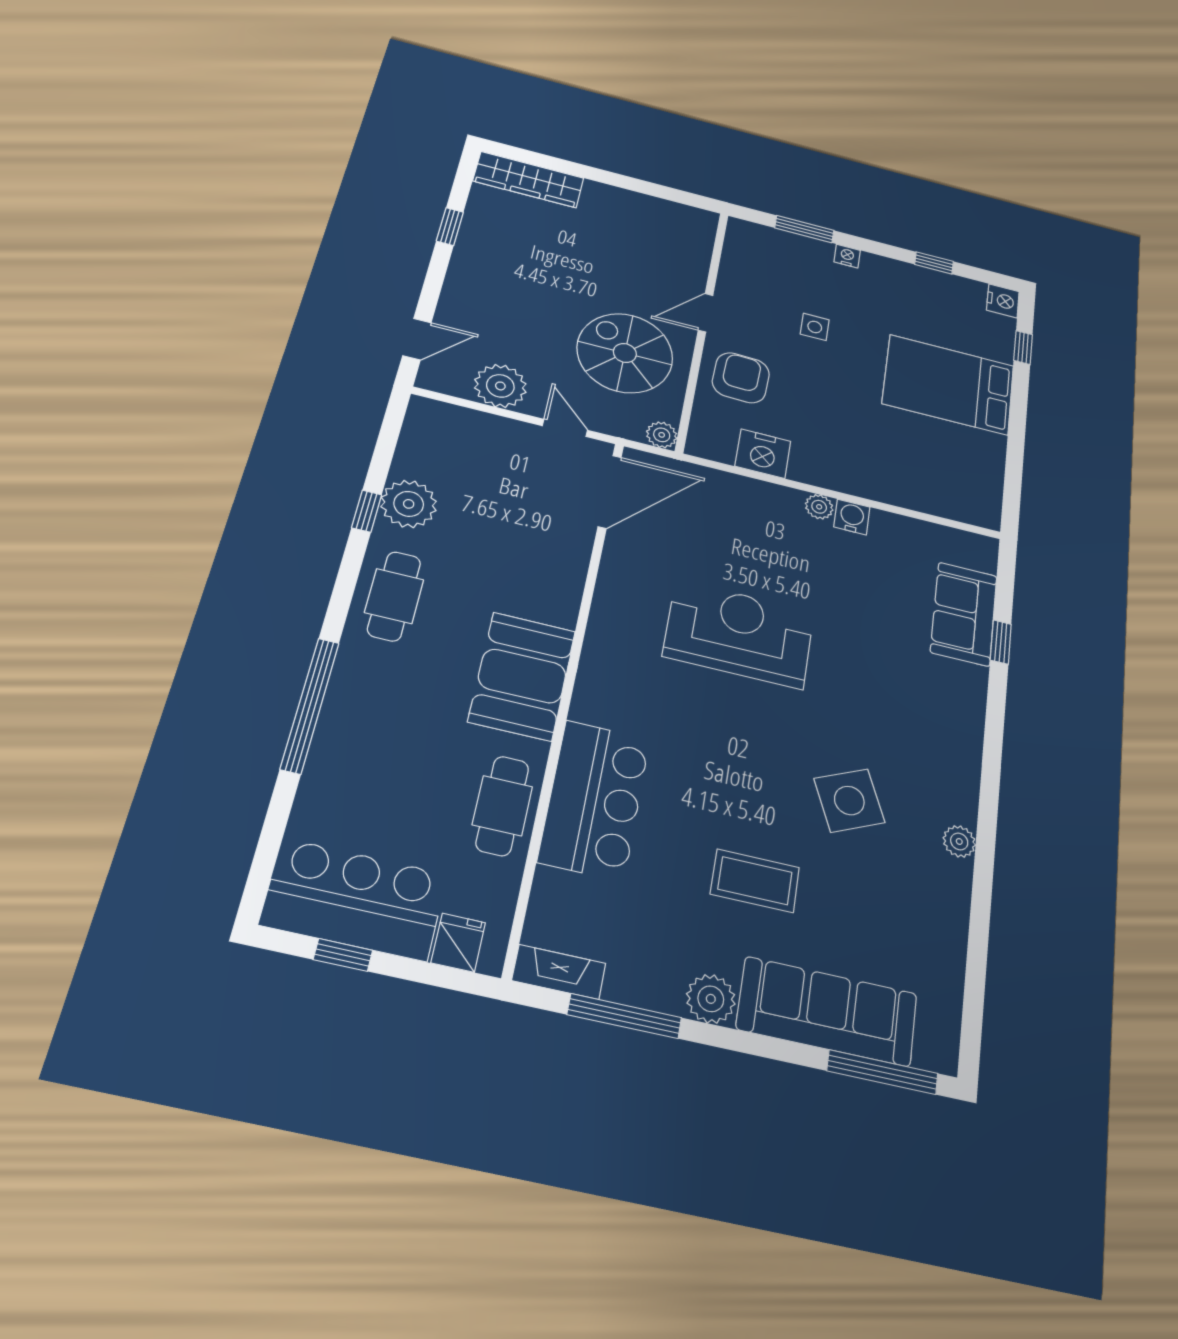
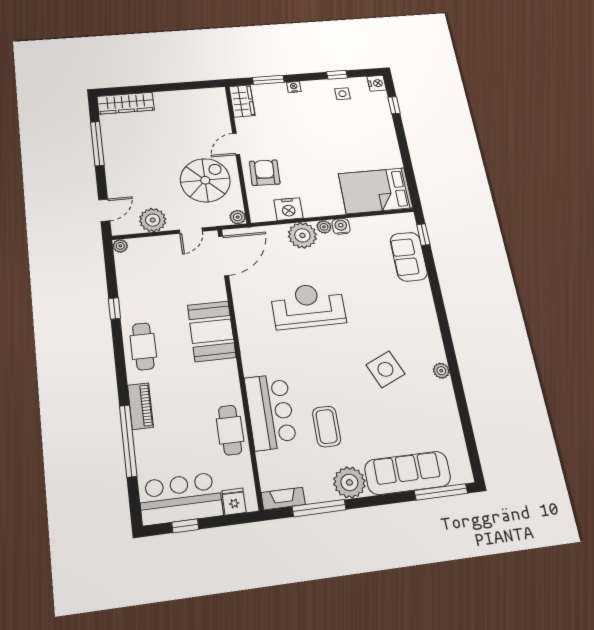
window: (450, 227) -> (97, 144), width x2.17
wardrobe: (743, 247) -> (242, 101), added
side table: (815, 327) -> (342, 94), moved
spiral stairs: (625, 353) -> (205, 180), turned 90
bed: (948, 385) -> (375, 191), moved
door: (565, 428) -> (191, 231), swing flipped
plant: (409, 504) -> (120, 246), moved, width x0.53, depth x0.53
plant: (773, 508) -> (302, 235), added
window: (1001, 642) -> (423, 235), moved
booth: (522, 676) -> (212, 331), moved
piano: (345, 701) -> (140, 406), added
window: (310, 705) -> (128, 441), moved
coffee table: (755, 881) -> (327, 427), moved, turned 90
plant: (711, 999) -> (349, 482), width x1.36, depth x1.36

